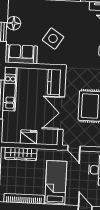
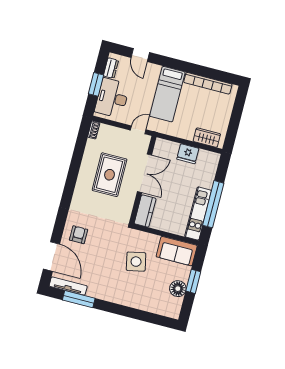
side table: (53, 38) -> (136, 262), turned 45
door: (74, 148) -> (138, 130), hinge flipped
wardrobe: (21, 154) -> (207, 138), width x0.67

